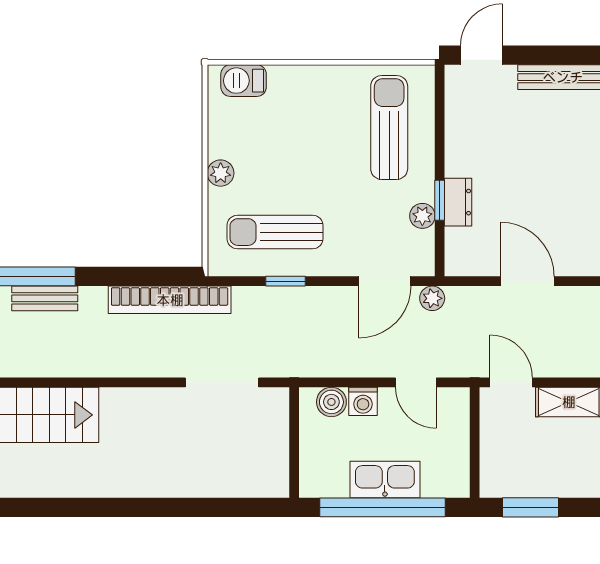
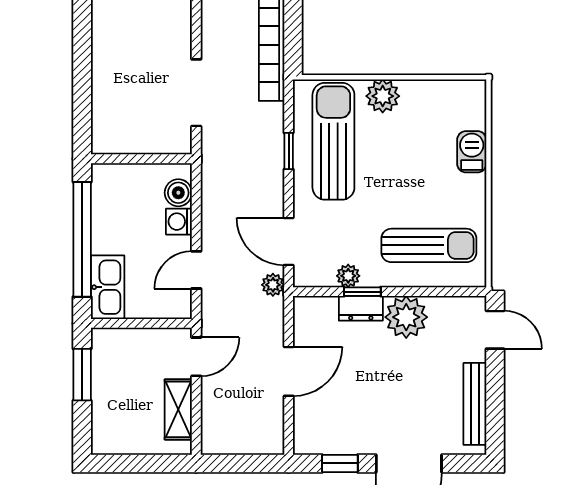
barbecue: (244, 81) -> (472, 152), moved
plant: (468, 152) -> (406, 317), added
plant: (221, 173) -> (383, 96), width x1.38, depth x1.38
sun lounger: (275, 232) -> (333, 141), width x1.36, depth x1.34
kitchen sink: (385, 479) -> (108, 287), moved

